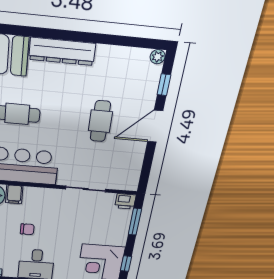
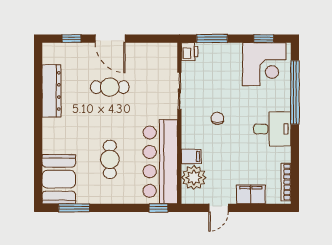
dresser: (62, 51) -> (52, 91), moved
plant: (158, 57) -> (48, 49), removed
chair: (27, 229) -> (217, 118), moved

